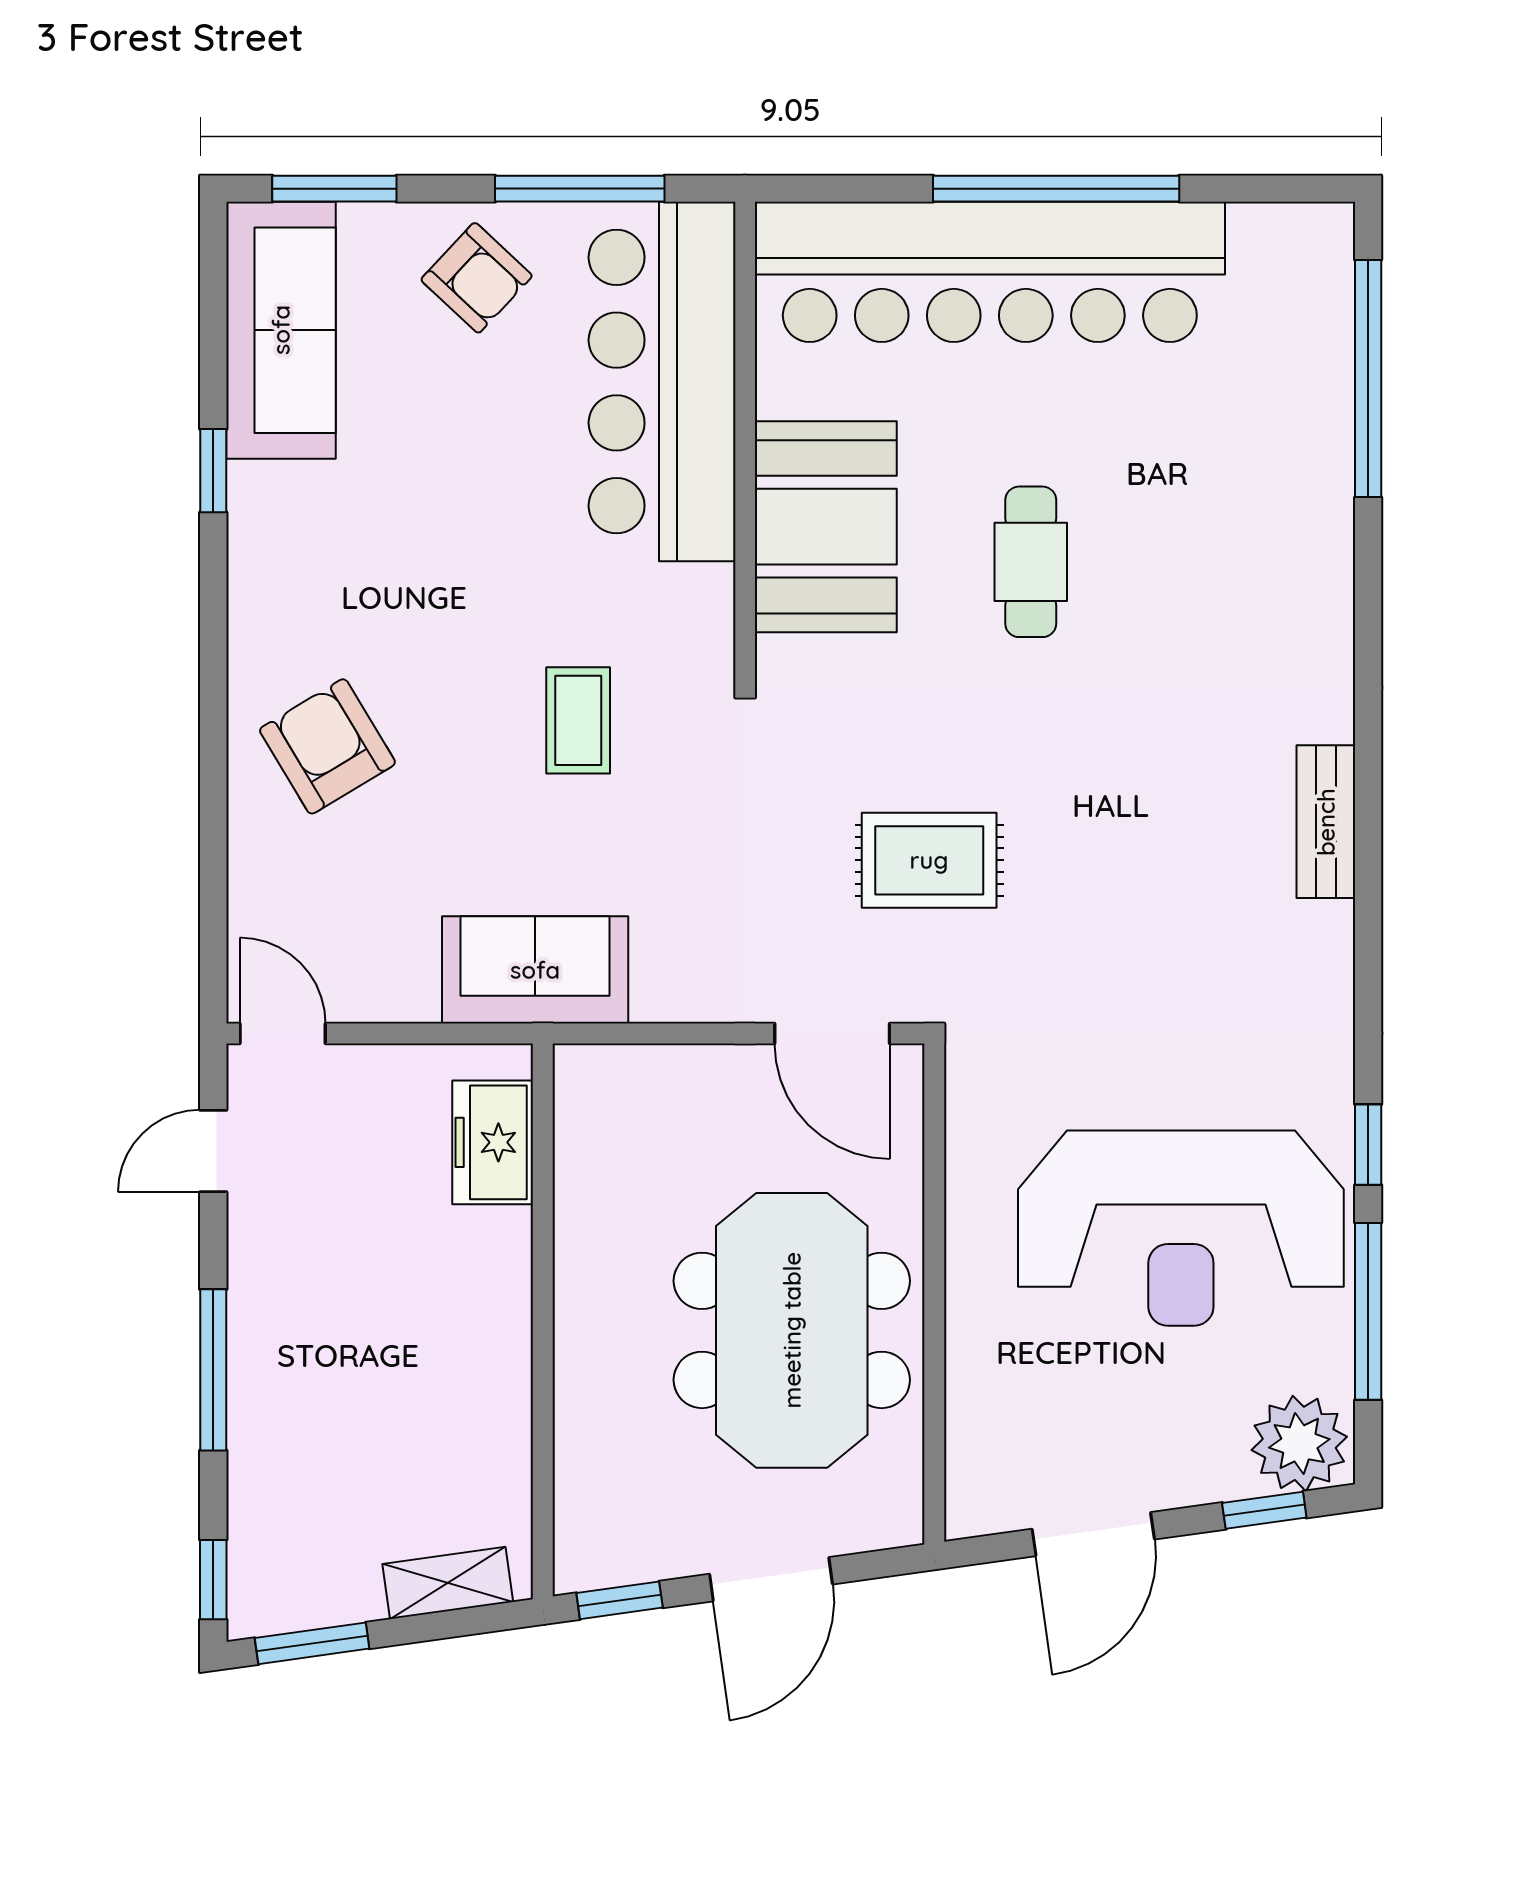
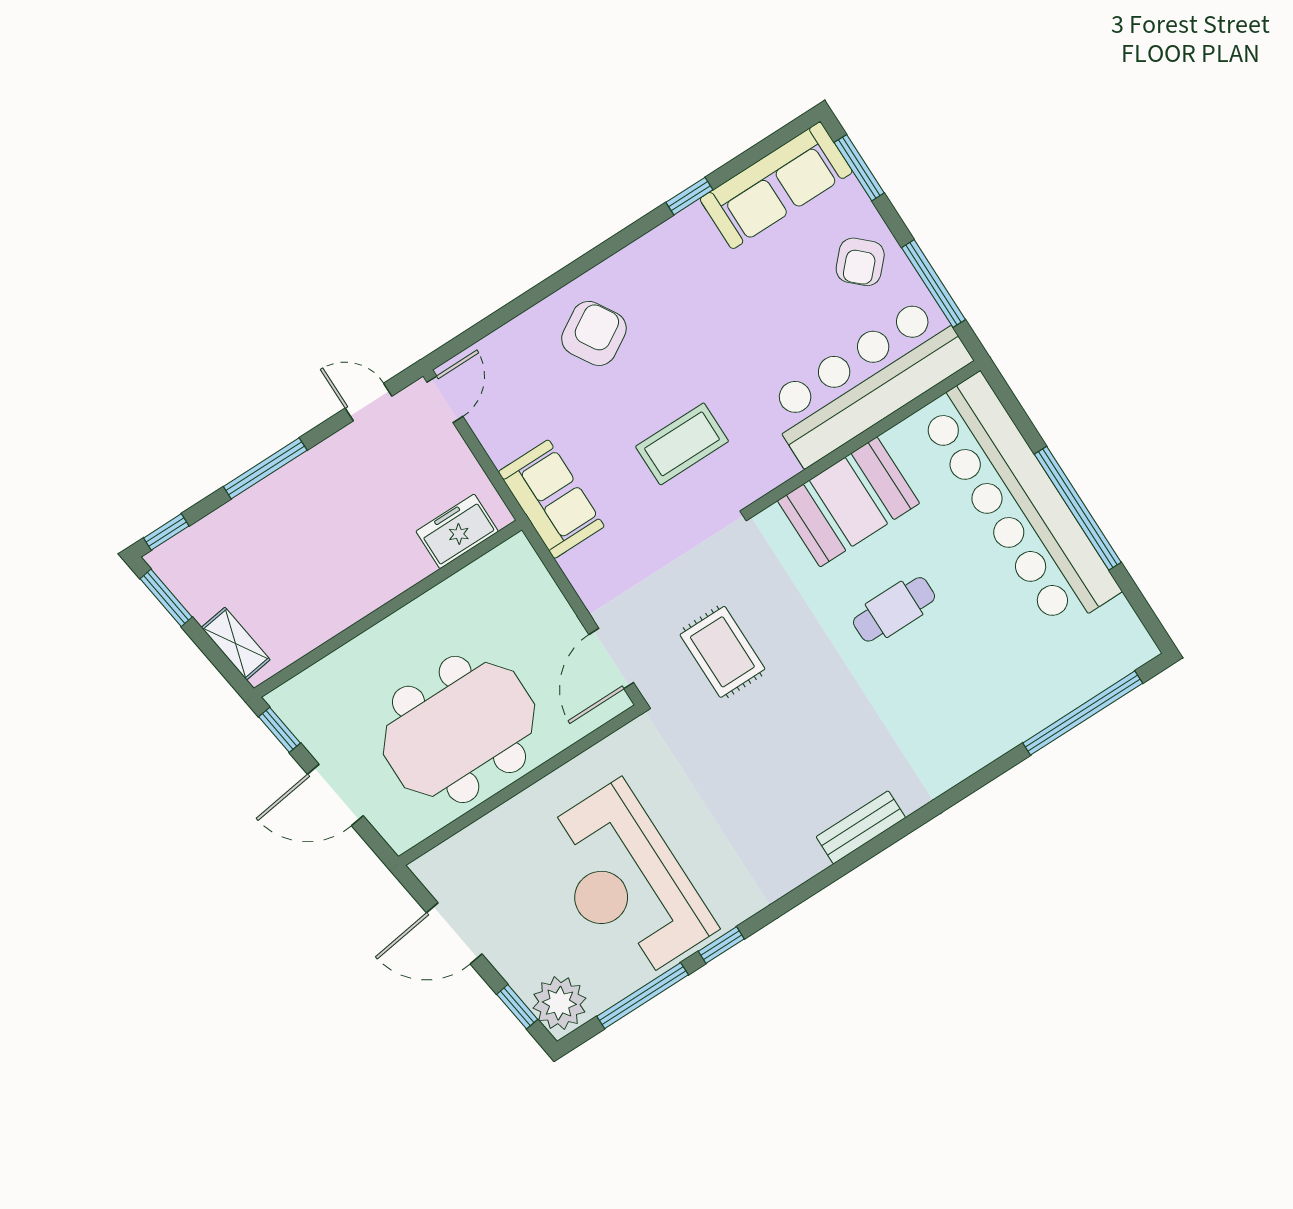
coffee table: (578, 720) -> (682, 444), width x1.36, depth x1.30

